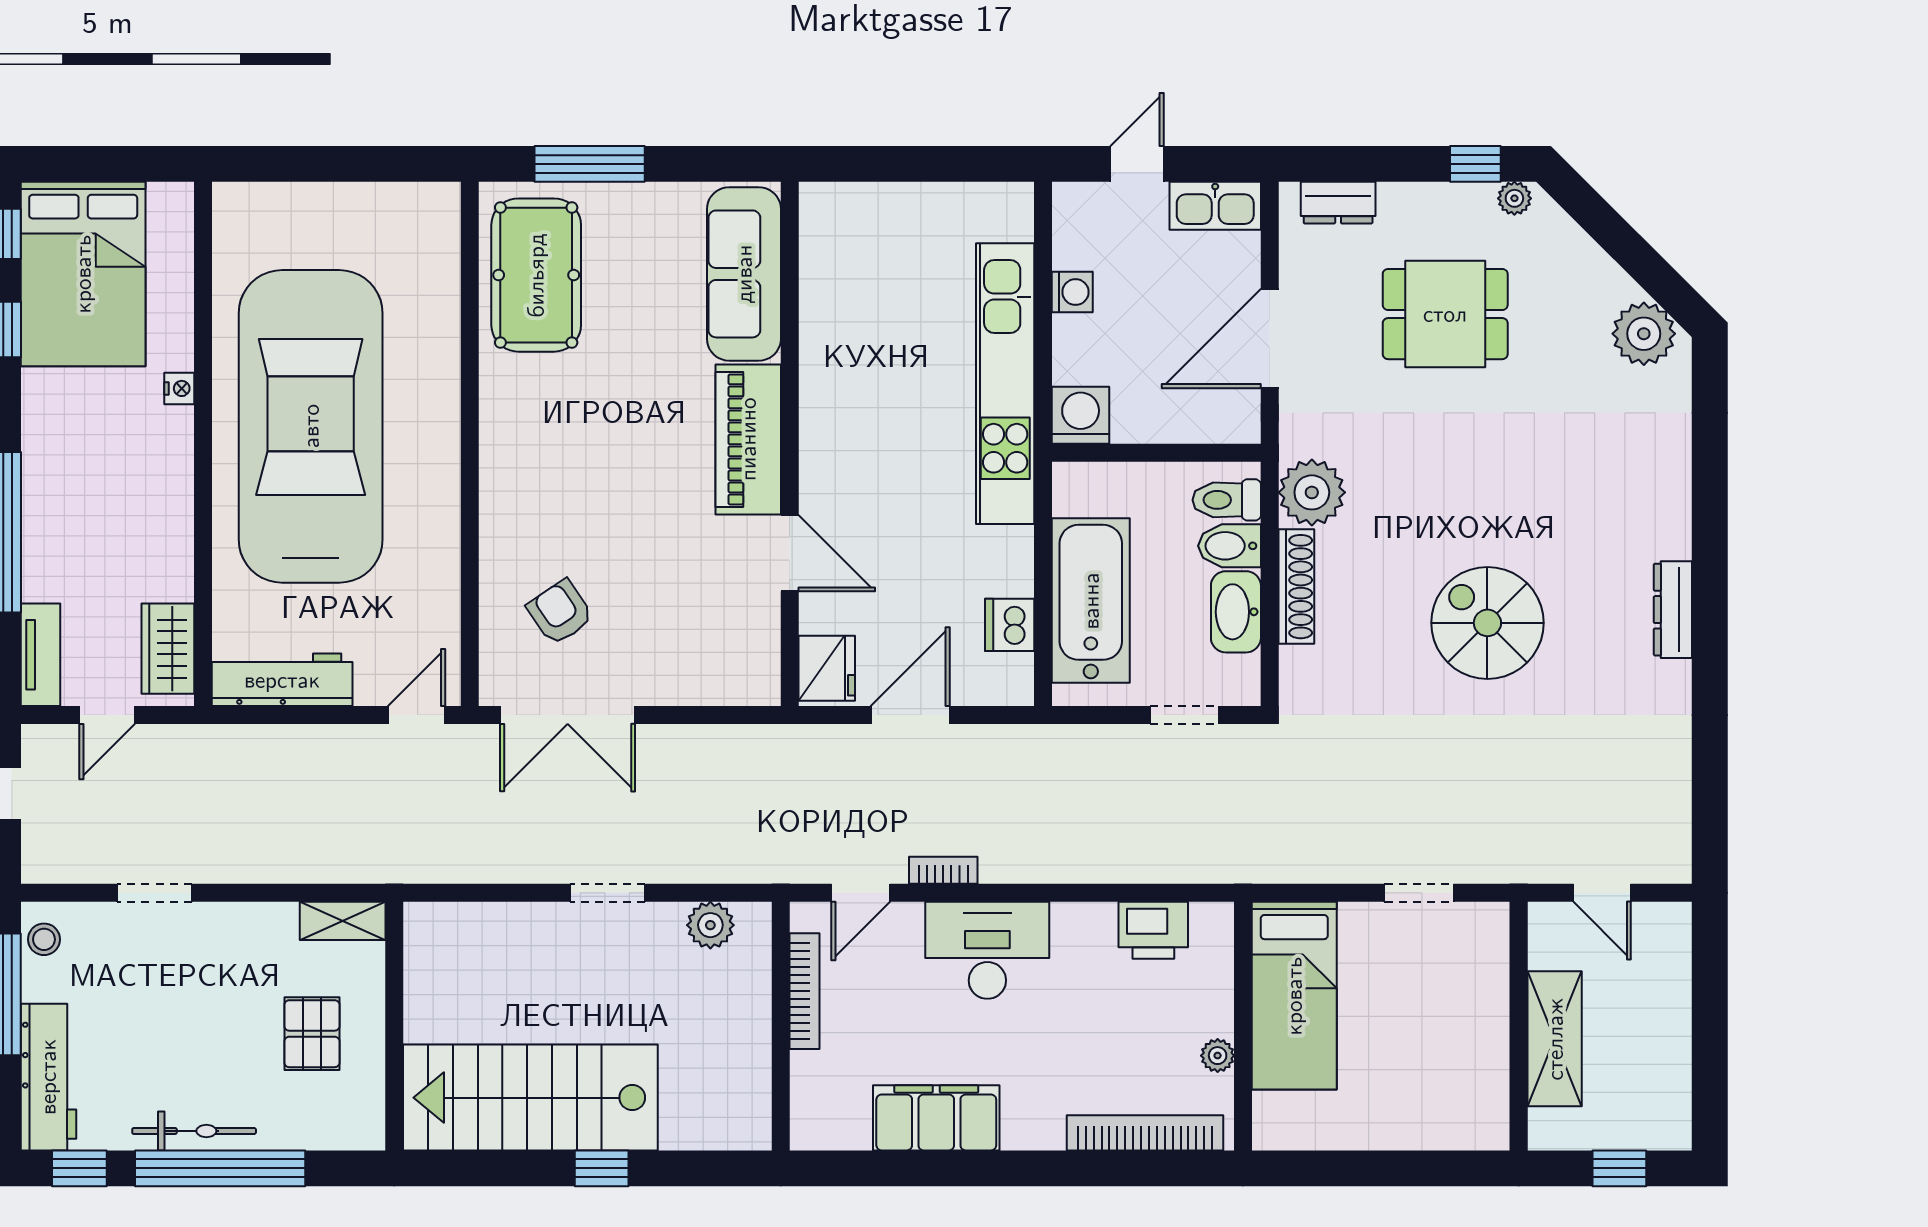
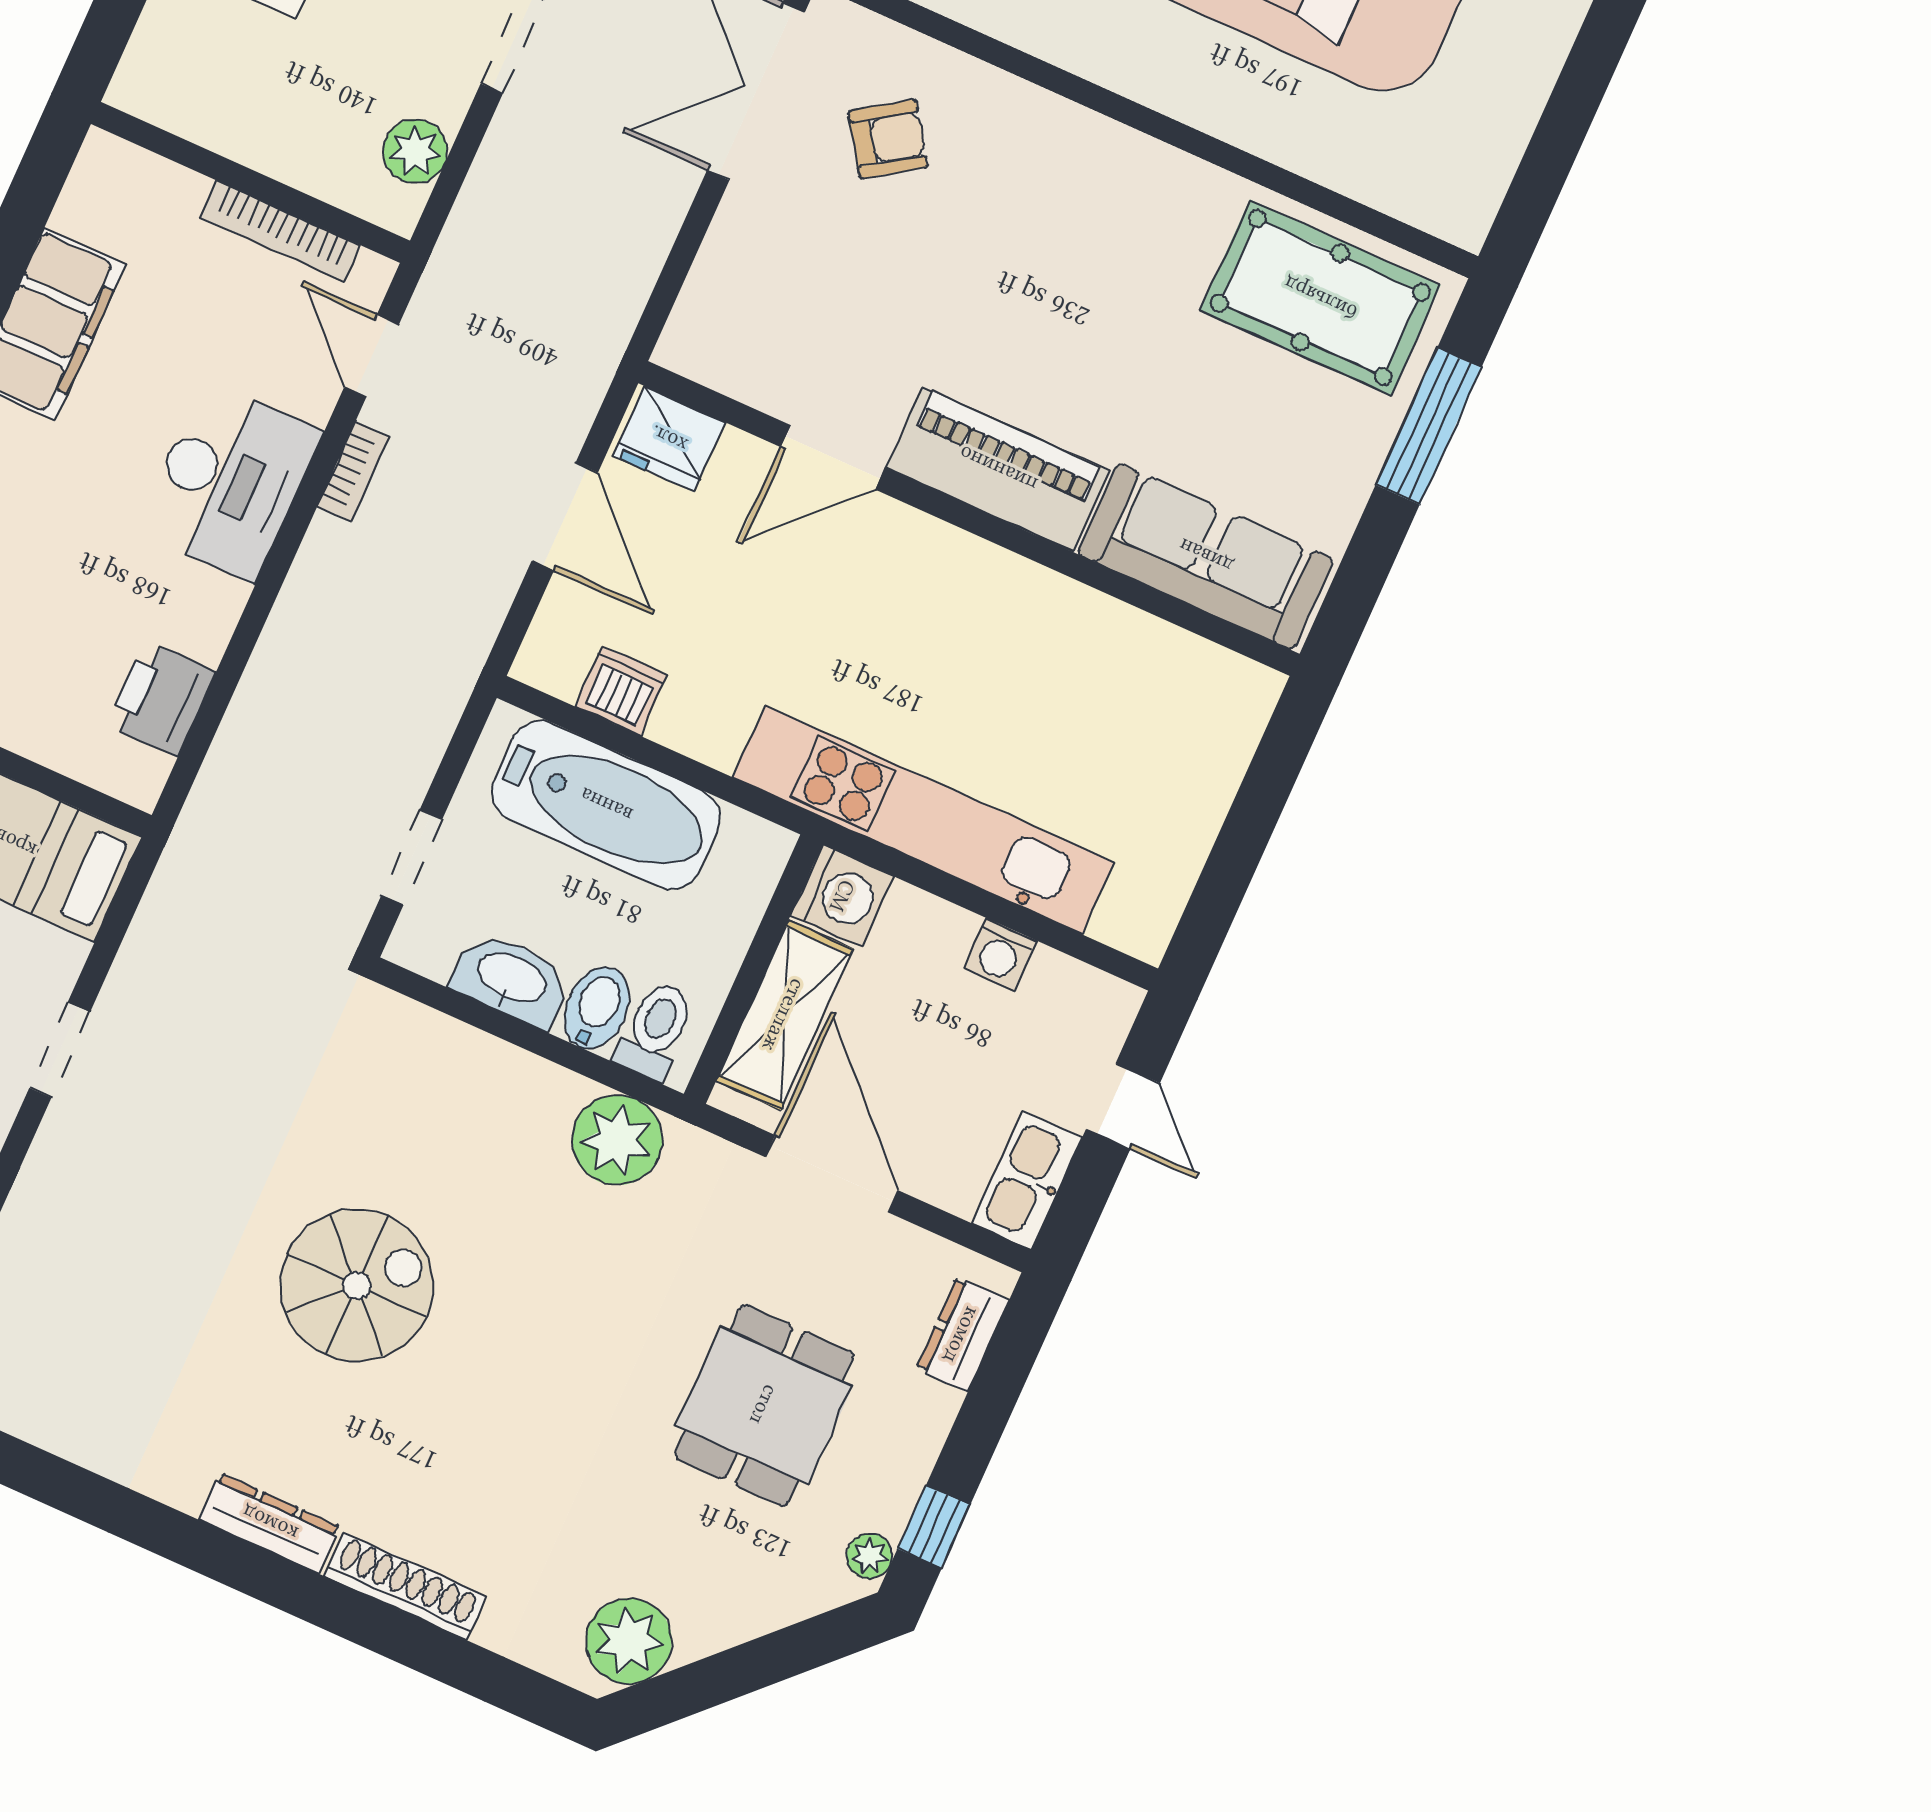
shelving: (1178, 418) -> (784, 1015), added
shoe rack: (1296, 587) -> (405, 1586), moved, turned 180

